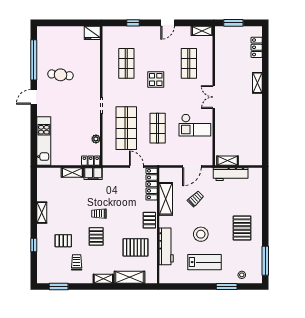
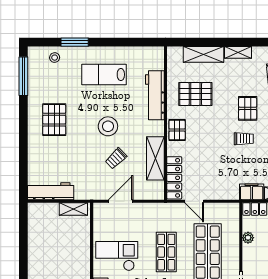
workbench: (231, 174) -> (51, 191), moved
stool: (201, 234) -> (108, 126), moved

